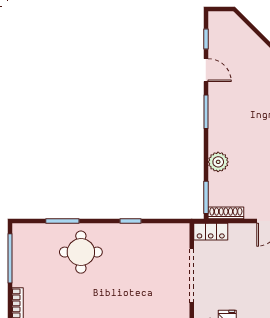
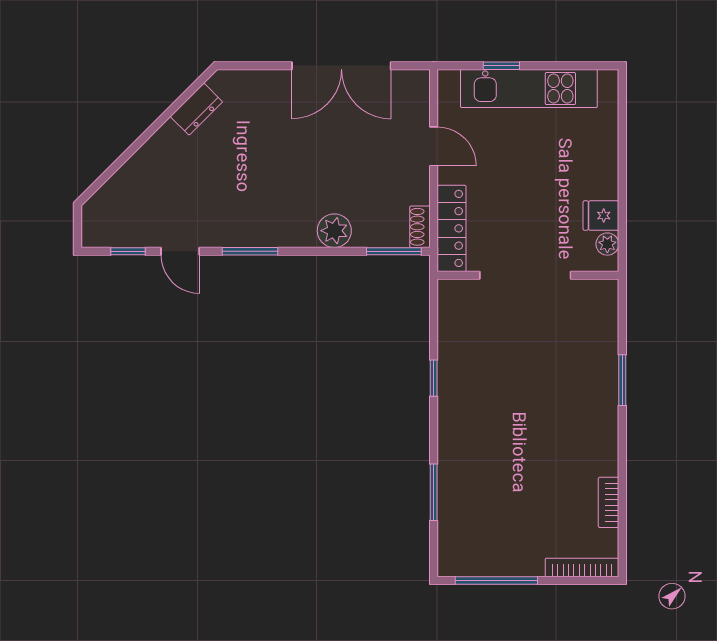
door: (206, 70) -> (180, 251), swing flipped
shoe rack: (226, 213) -> (420, 227), width x0.70
locker: (211, 232) -> (452, 228), width x1.53
round table: (81, 252) -> (486, 461), removed

